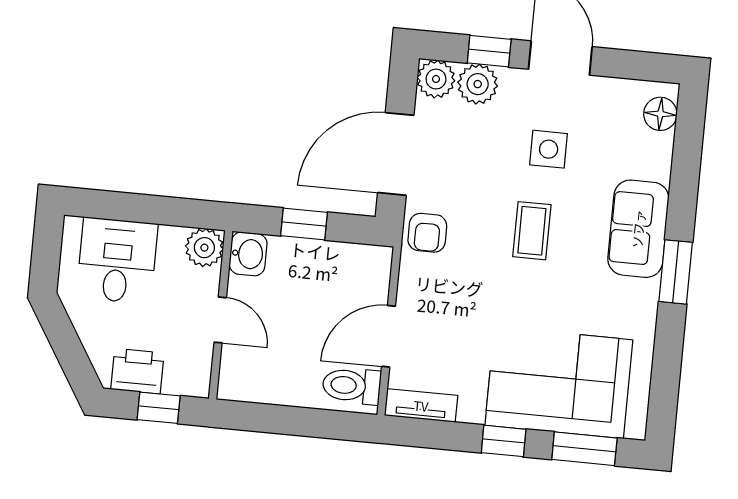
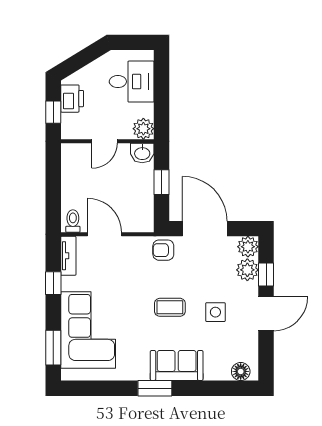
toilet: (352, 386) -> (73, 221), width x0.73, depth x0.72
window: (504, 441) -> (53, 283), moved

